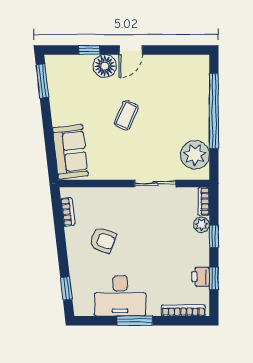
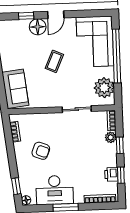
corner sofa: (184, 90) -> (95, 42), added
floor lamp: (80, 309) -> (26, 200), added

